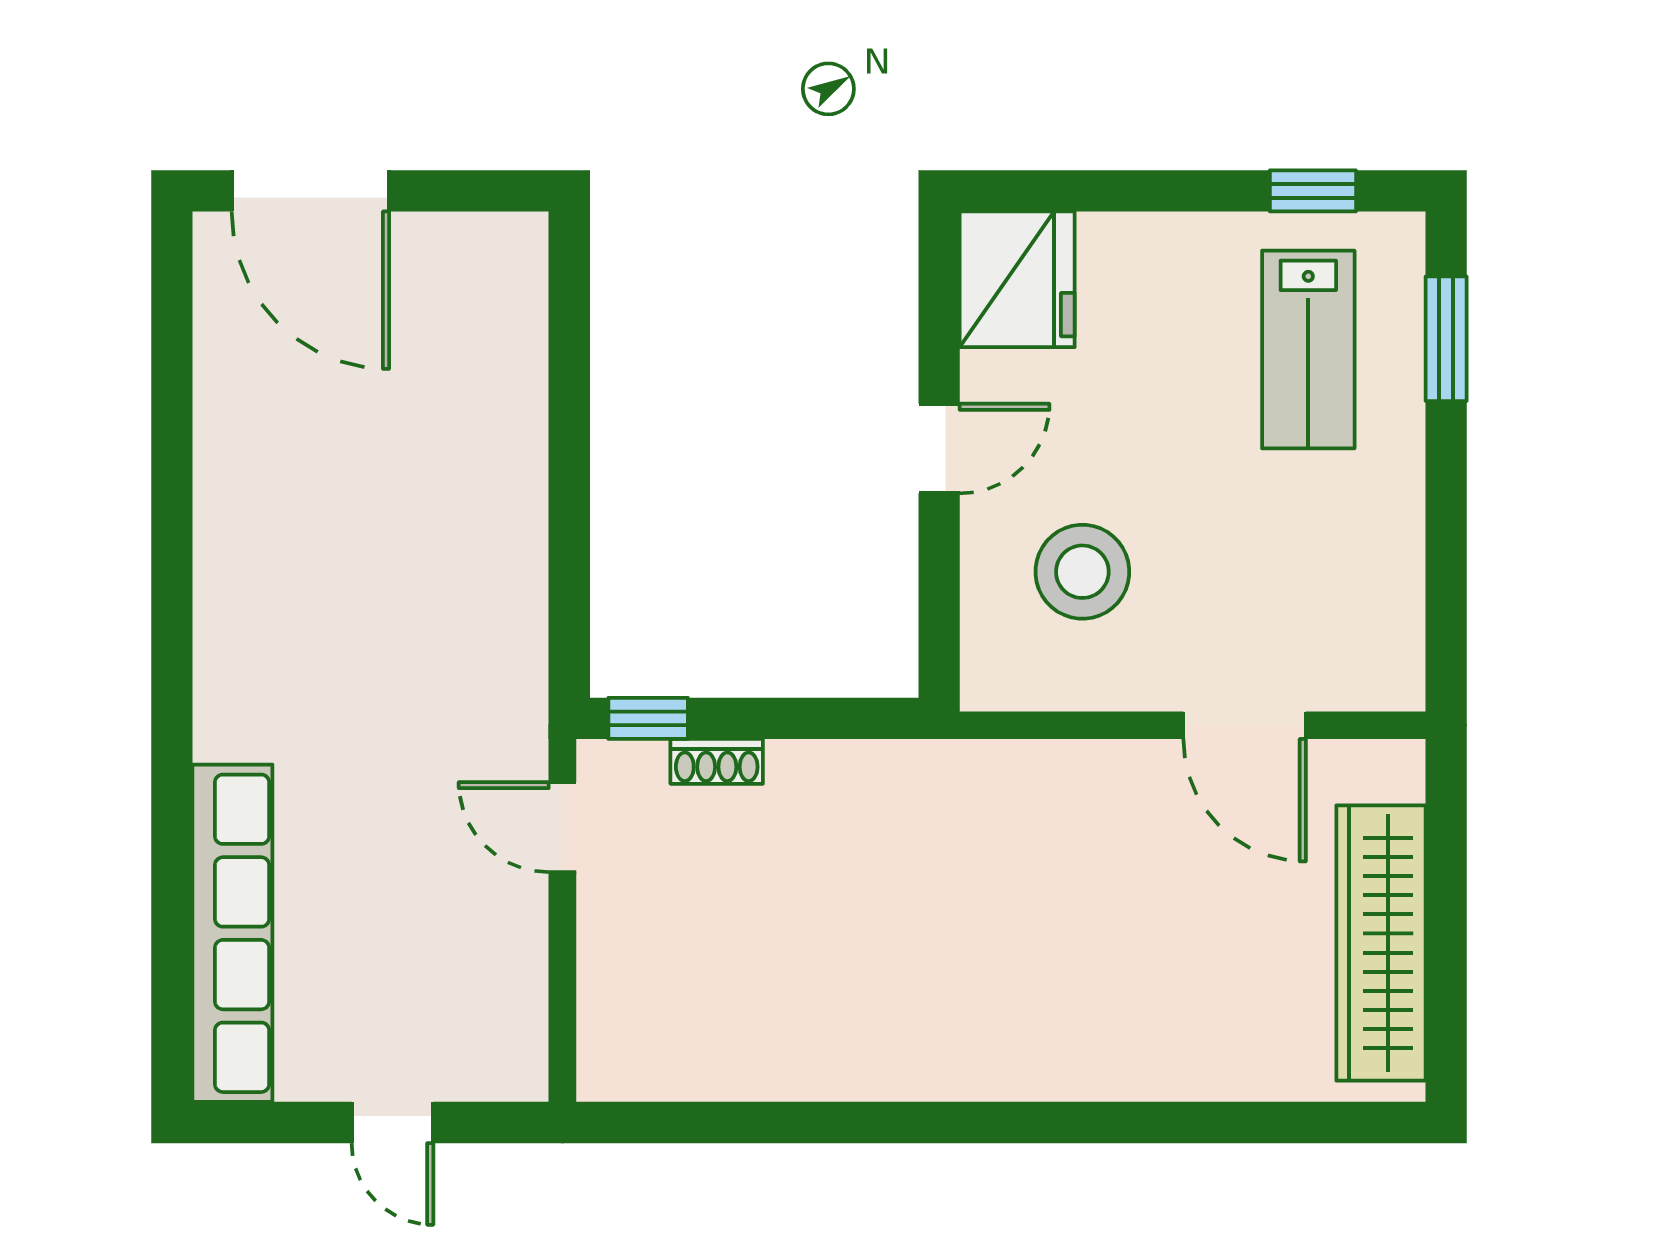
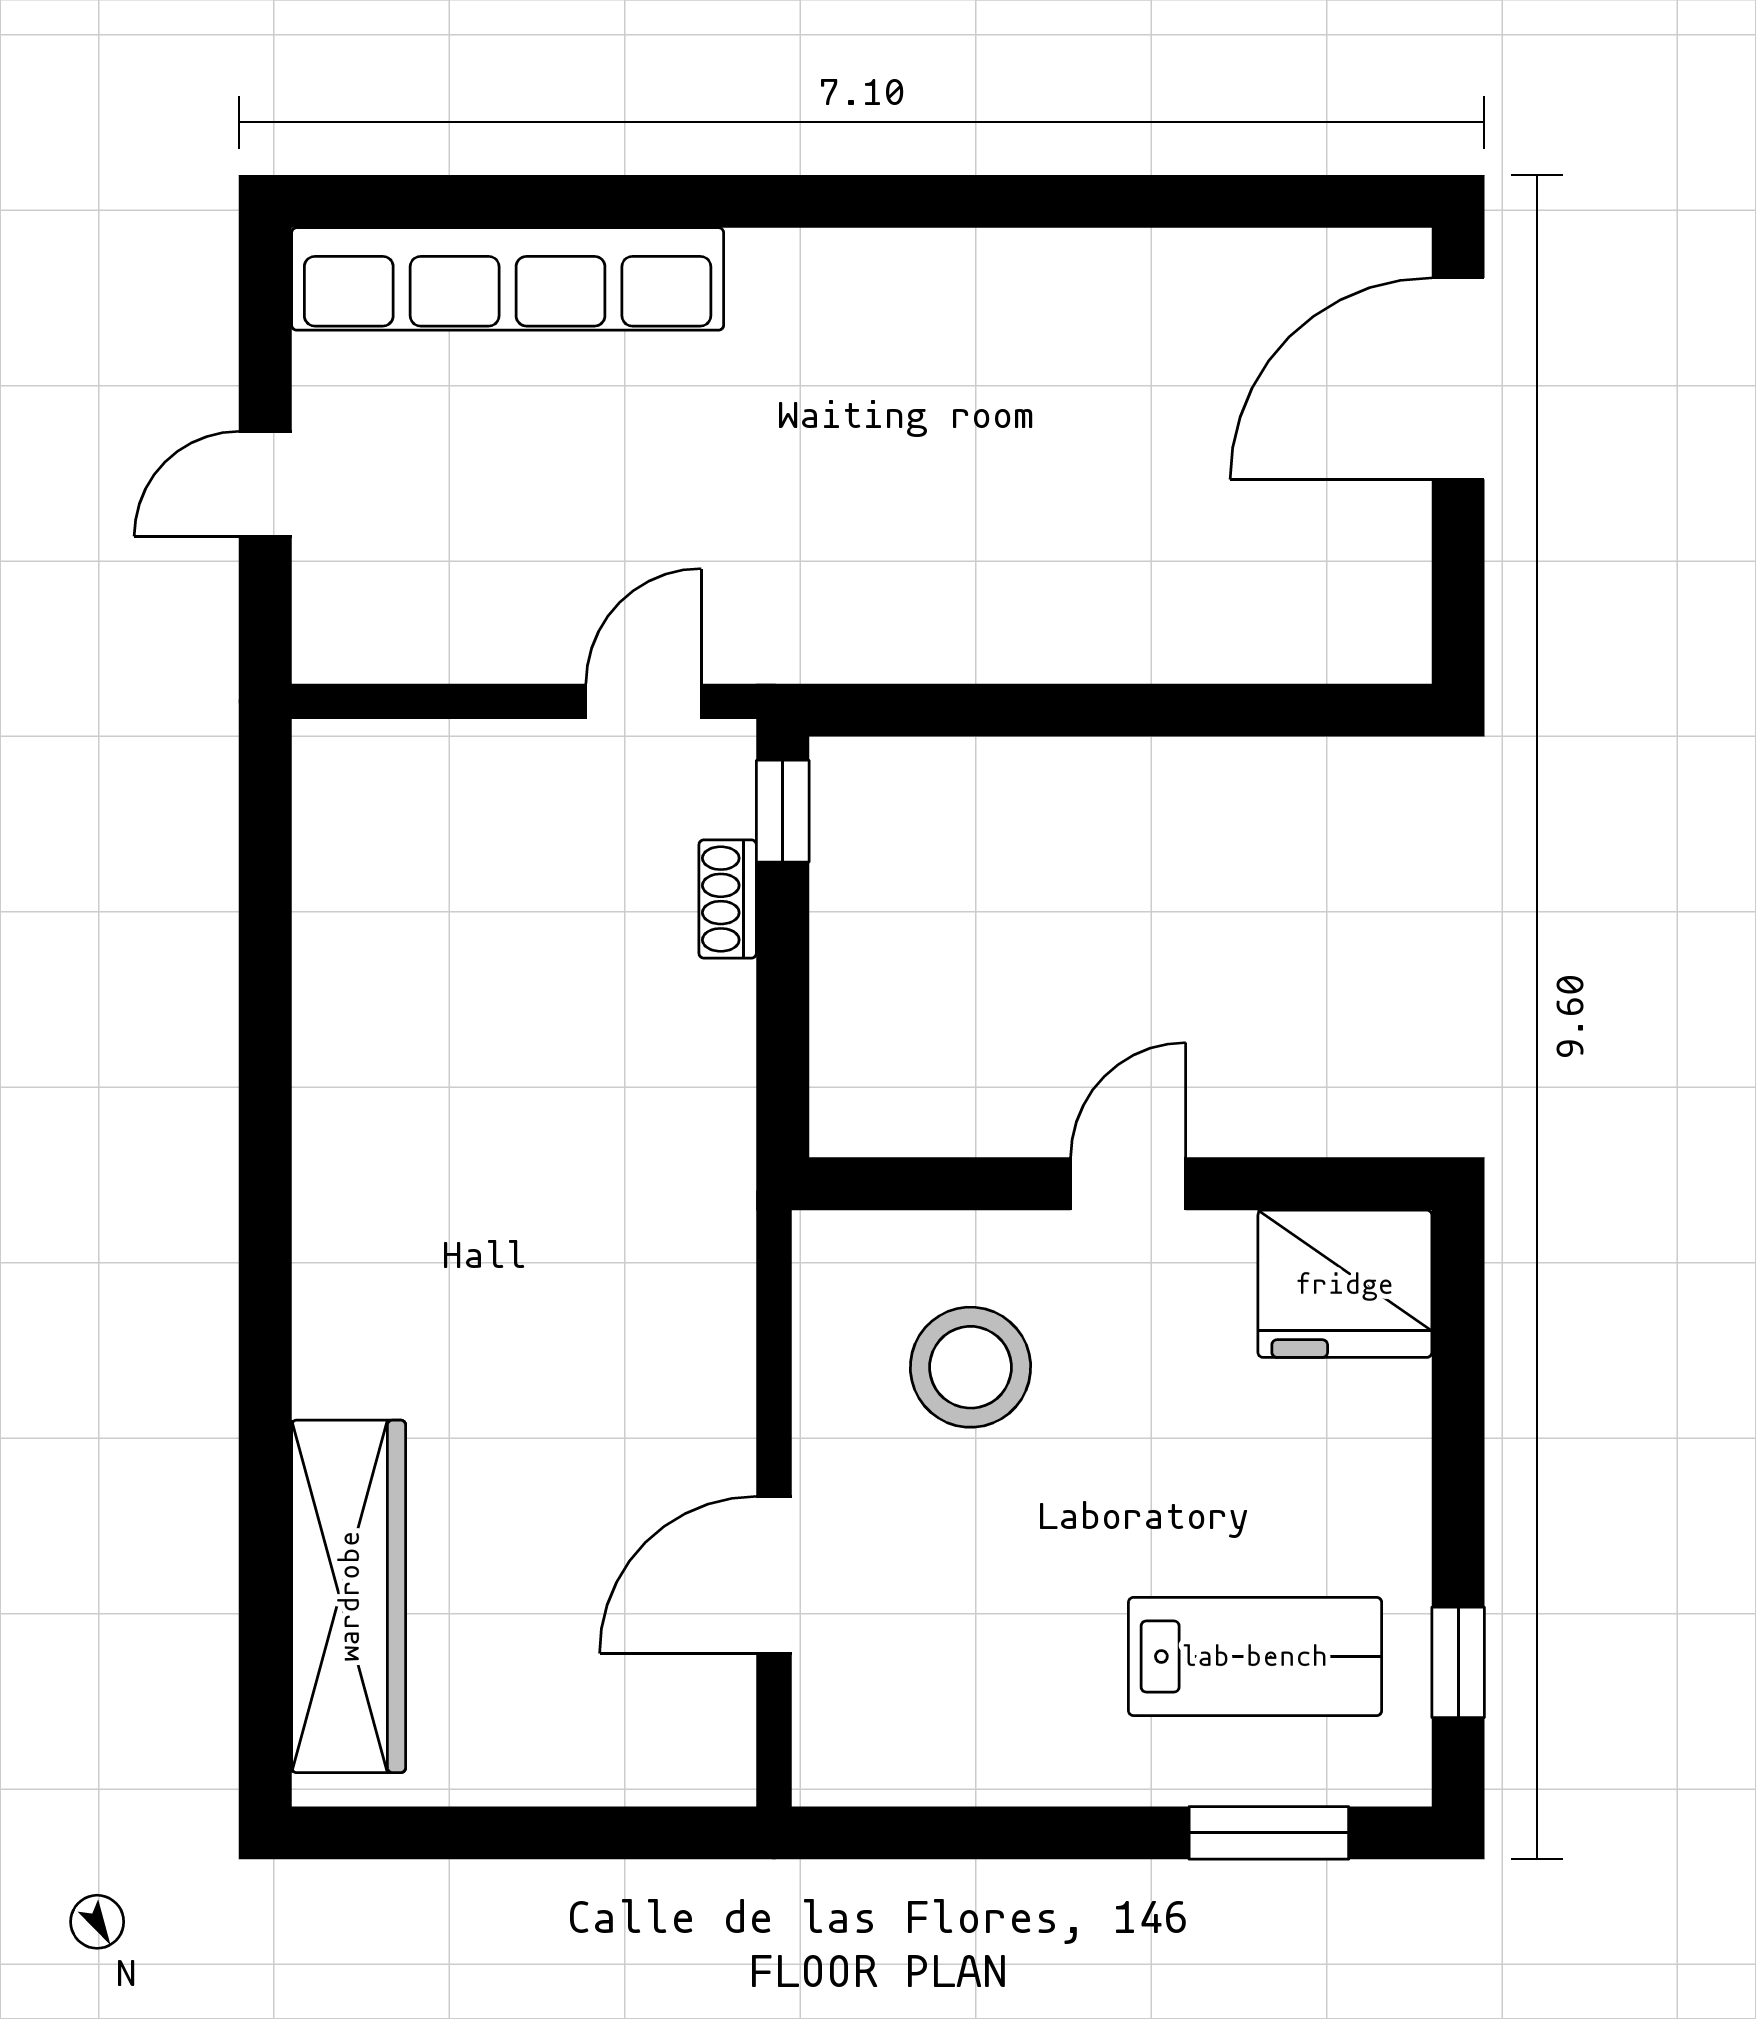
lab bench: (1308, 349) -> (1255, 1656), turned 180
door: (939, 449) -> (1128, 1184), swing flipped
wardrobe: (1381, 943) -> (349, 1596), moved, turned 90

